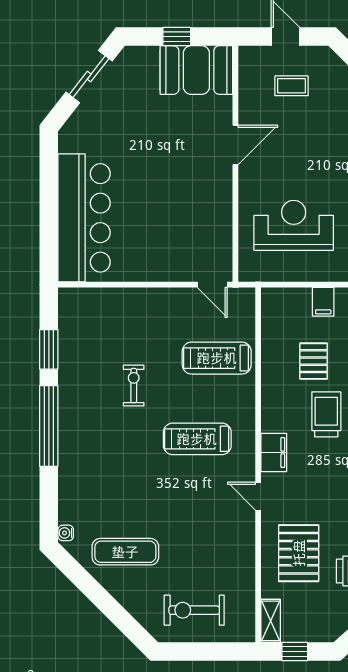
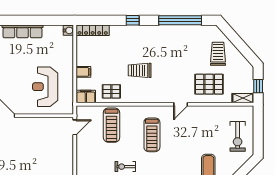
pallet: (314, 361) -> (111, 91), moved
filing cabinet: (274, 453) -> (86, 97), moved

